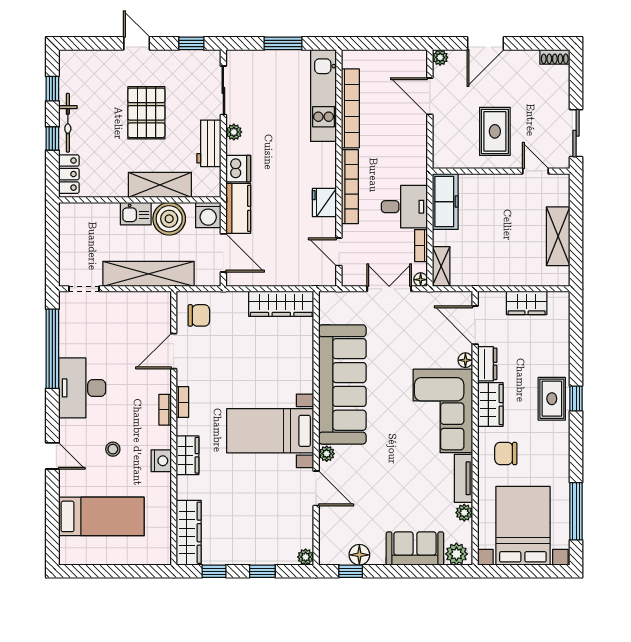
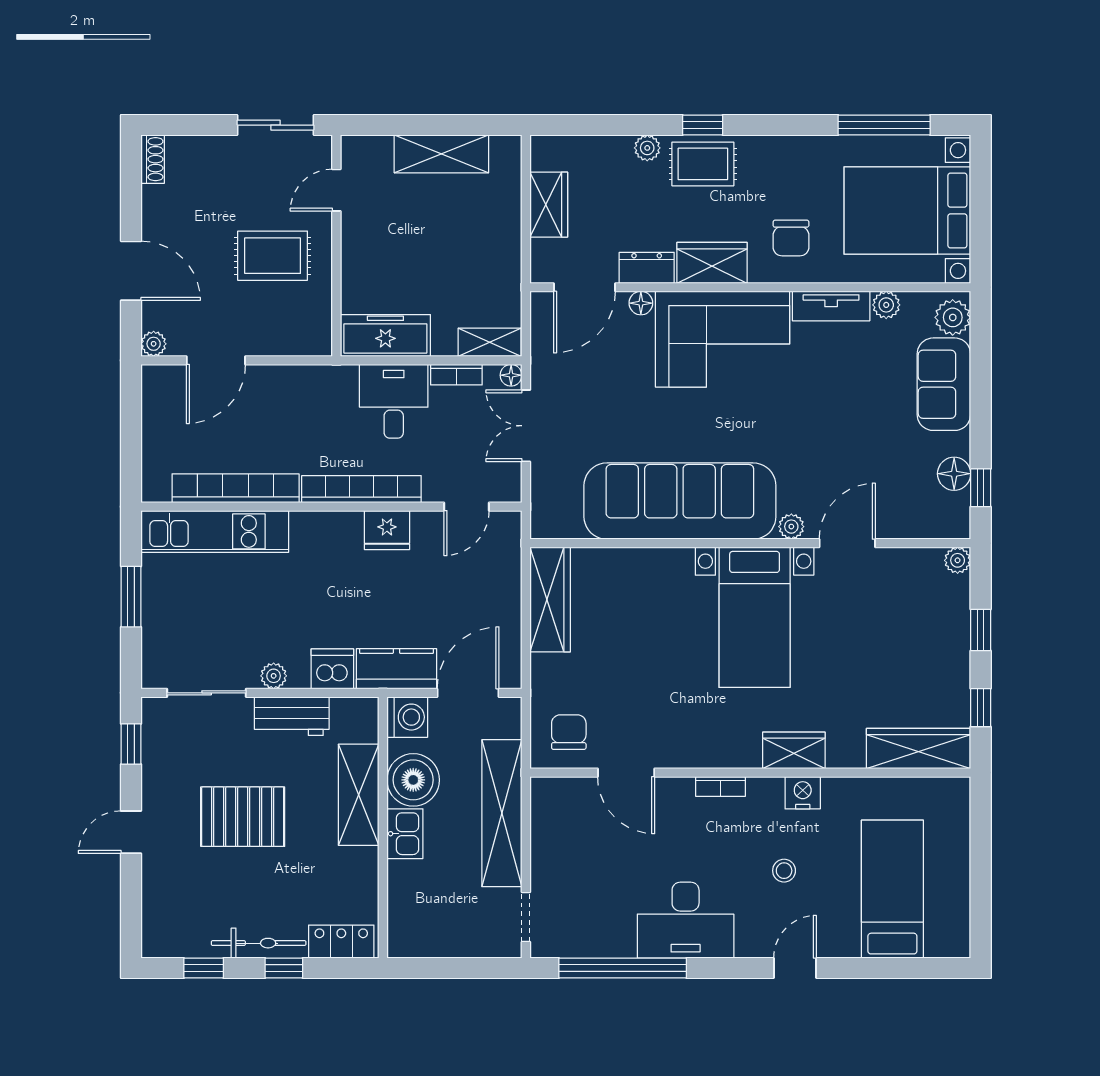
plant: (562, 364) -> (647, 148), added
bookcase: (182, 402) -> (708, 759), removed

